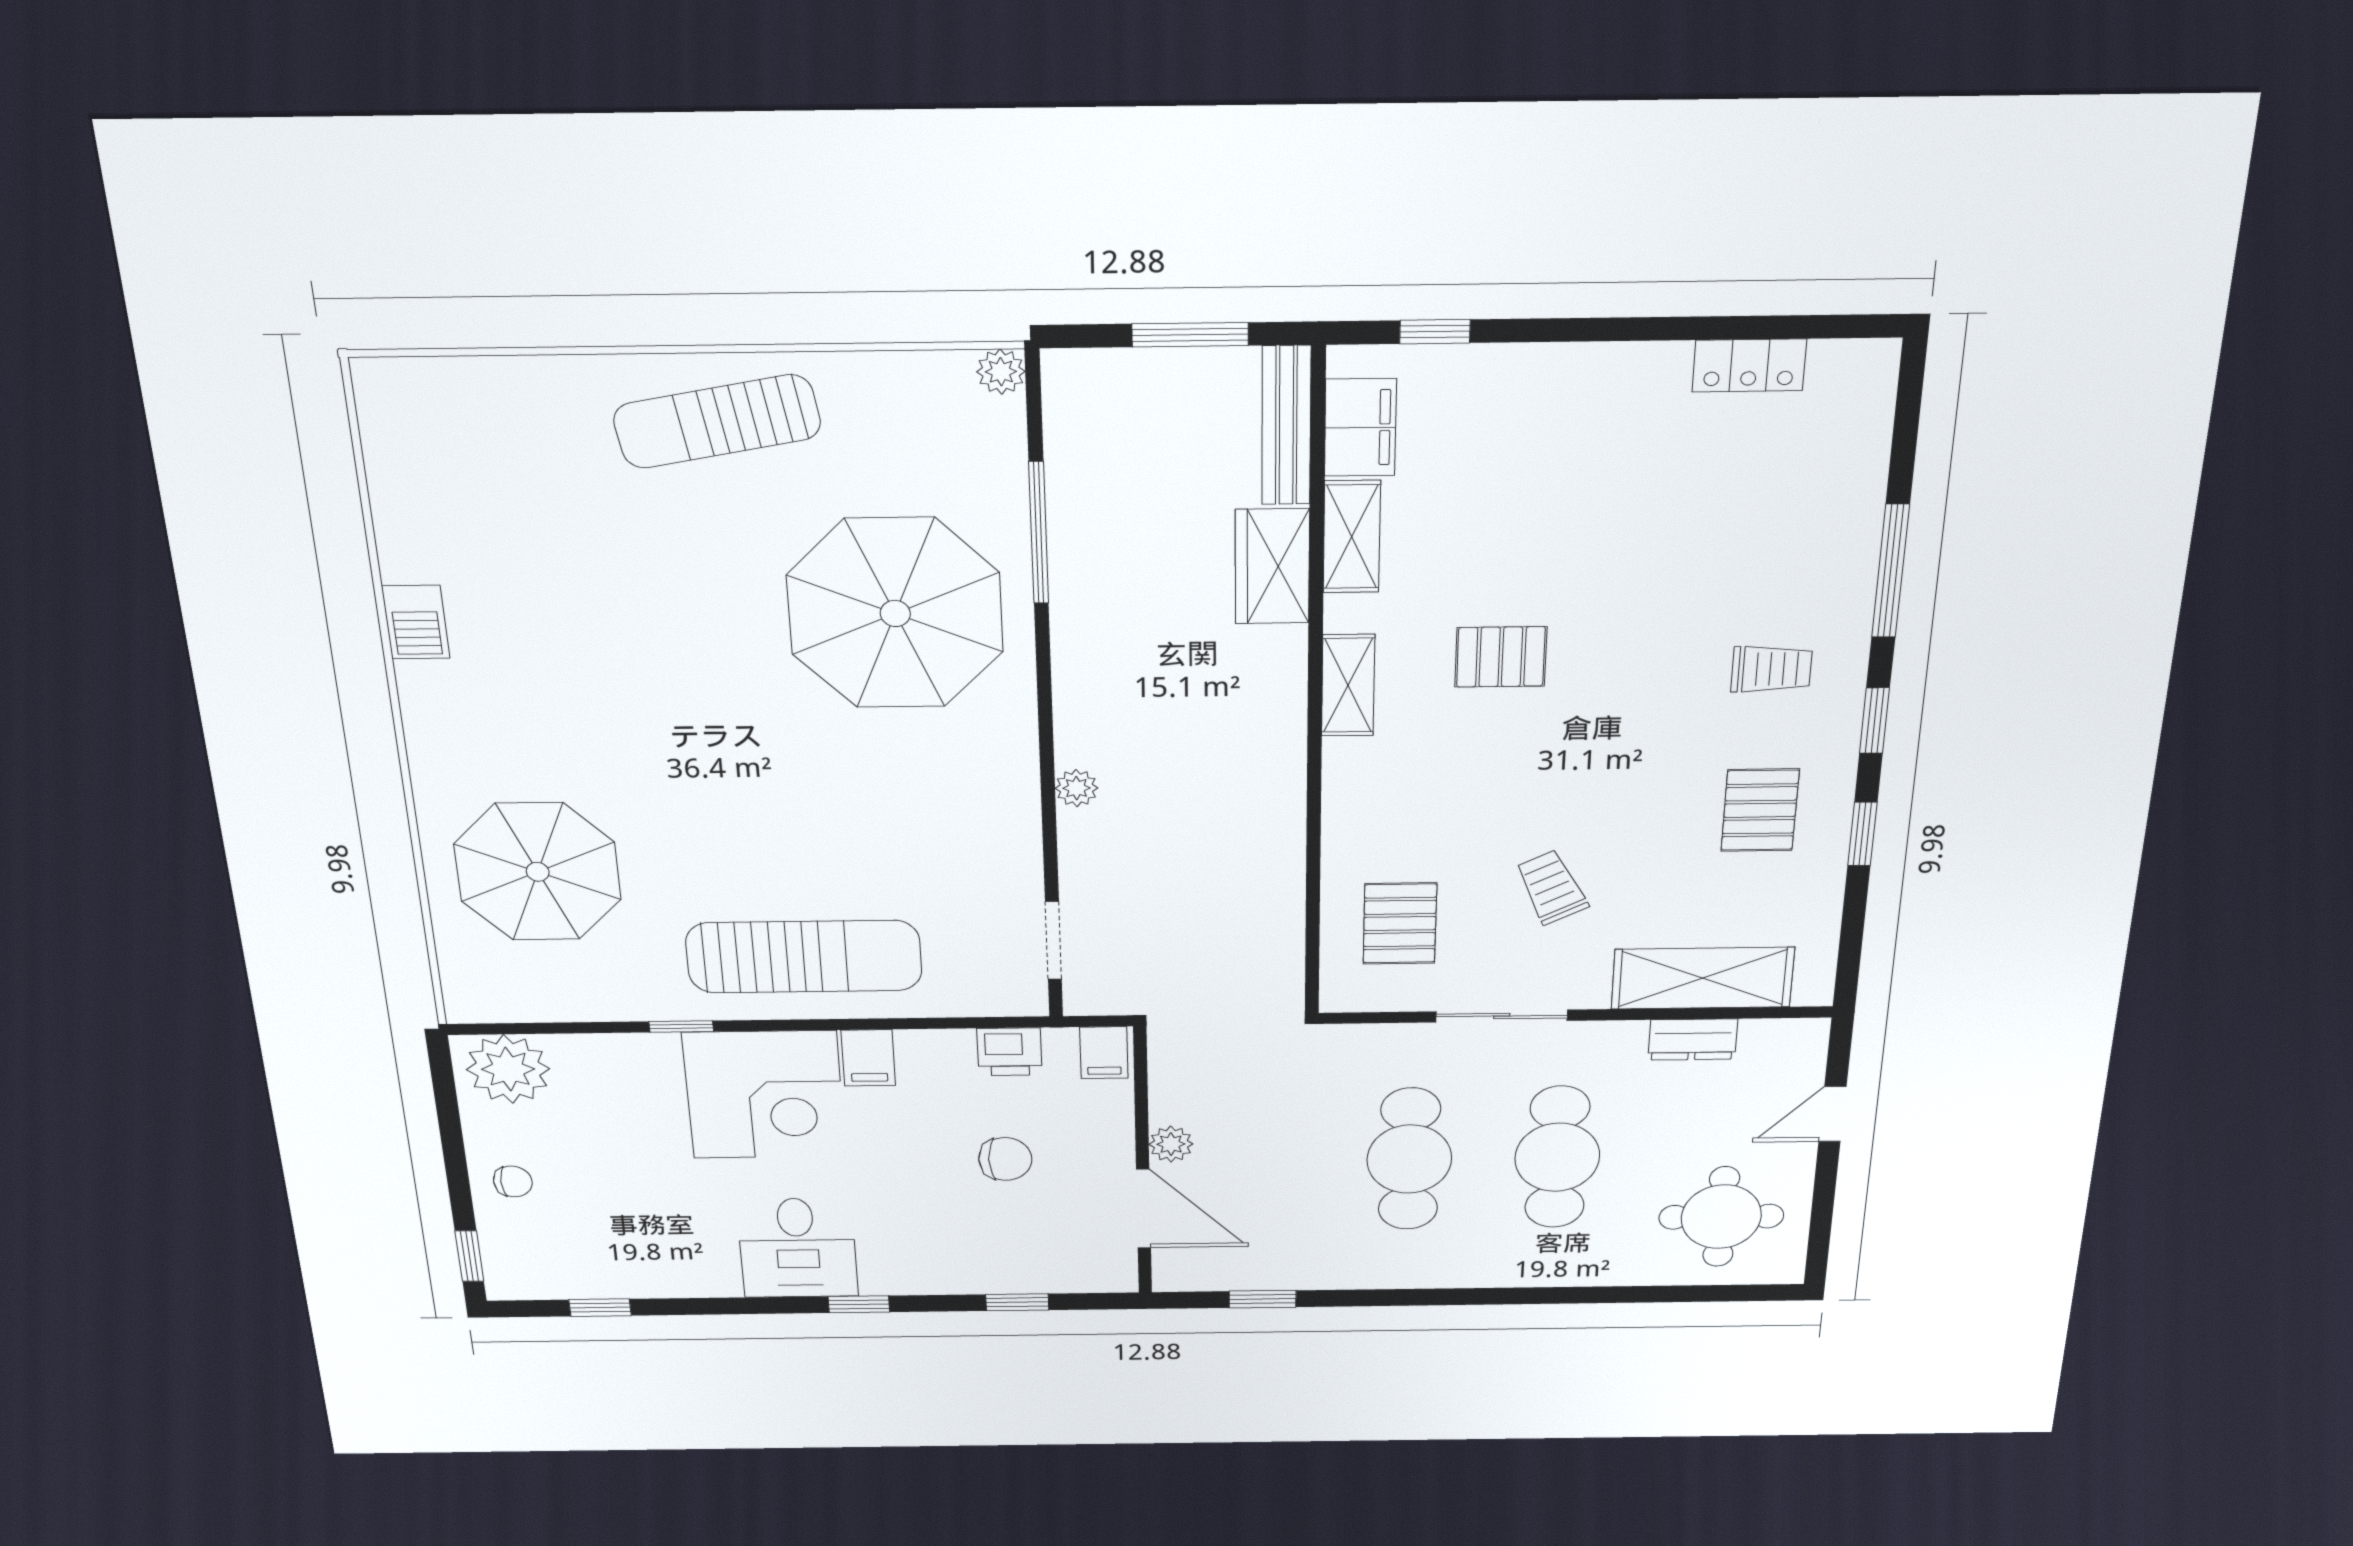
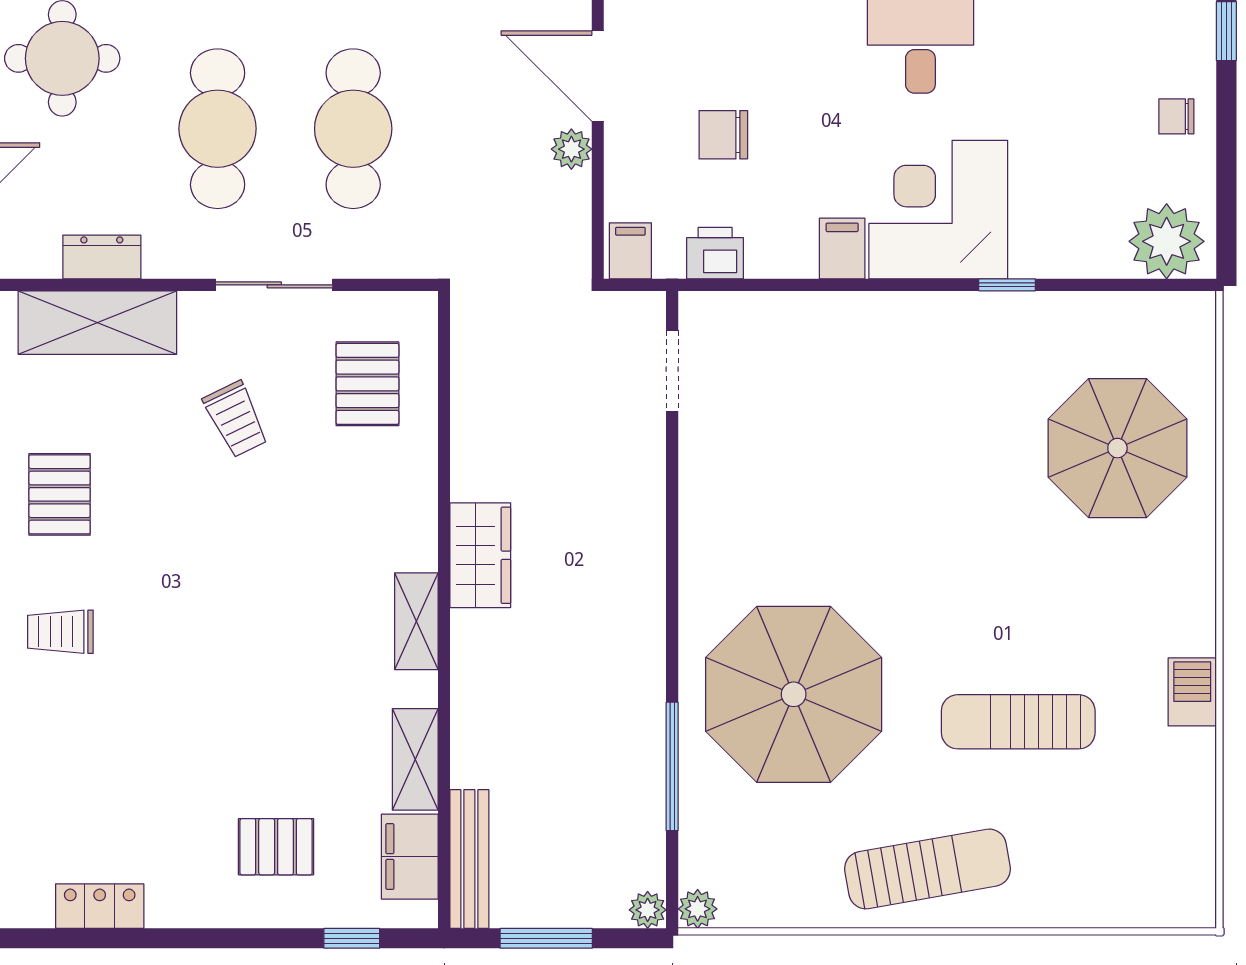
wardrobe: (1272, 566) -> (480, 555), moved
pallet: (1501, 657) -> (276, 847), moved
plant: (1076, 788) -> (648, 910), moved
sun lounger: (804, 957) -> (1018, 722), moved, width x0.73, depth x0.75

